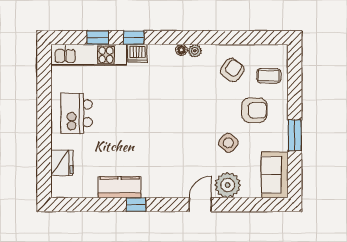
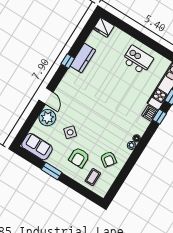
fridge: (62, 163) -> (104, 27), moved

